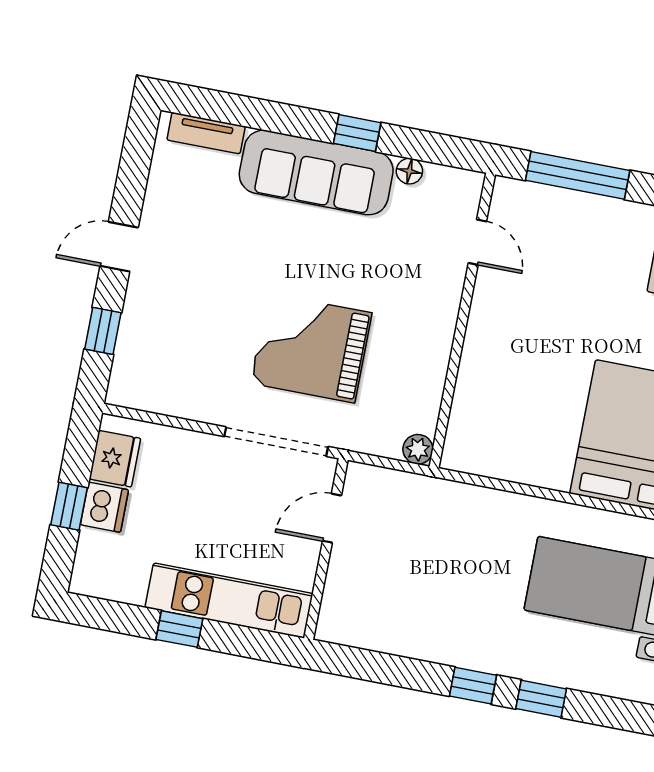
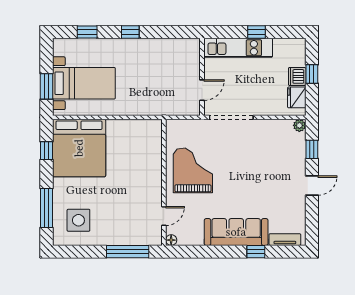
window: (357, 133) -> (256, 252), moved
floor lamp: (409, 171) -> (171, 240), moved
door: (477, 242) -> (164, 216), swing flipped
grand piano: (311, 348) -> (193, 170), moved, turned -90
plant: (418, 449) -> (299, 125), moved
window: (541, 699) -> (87, 32), moved

